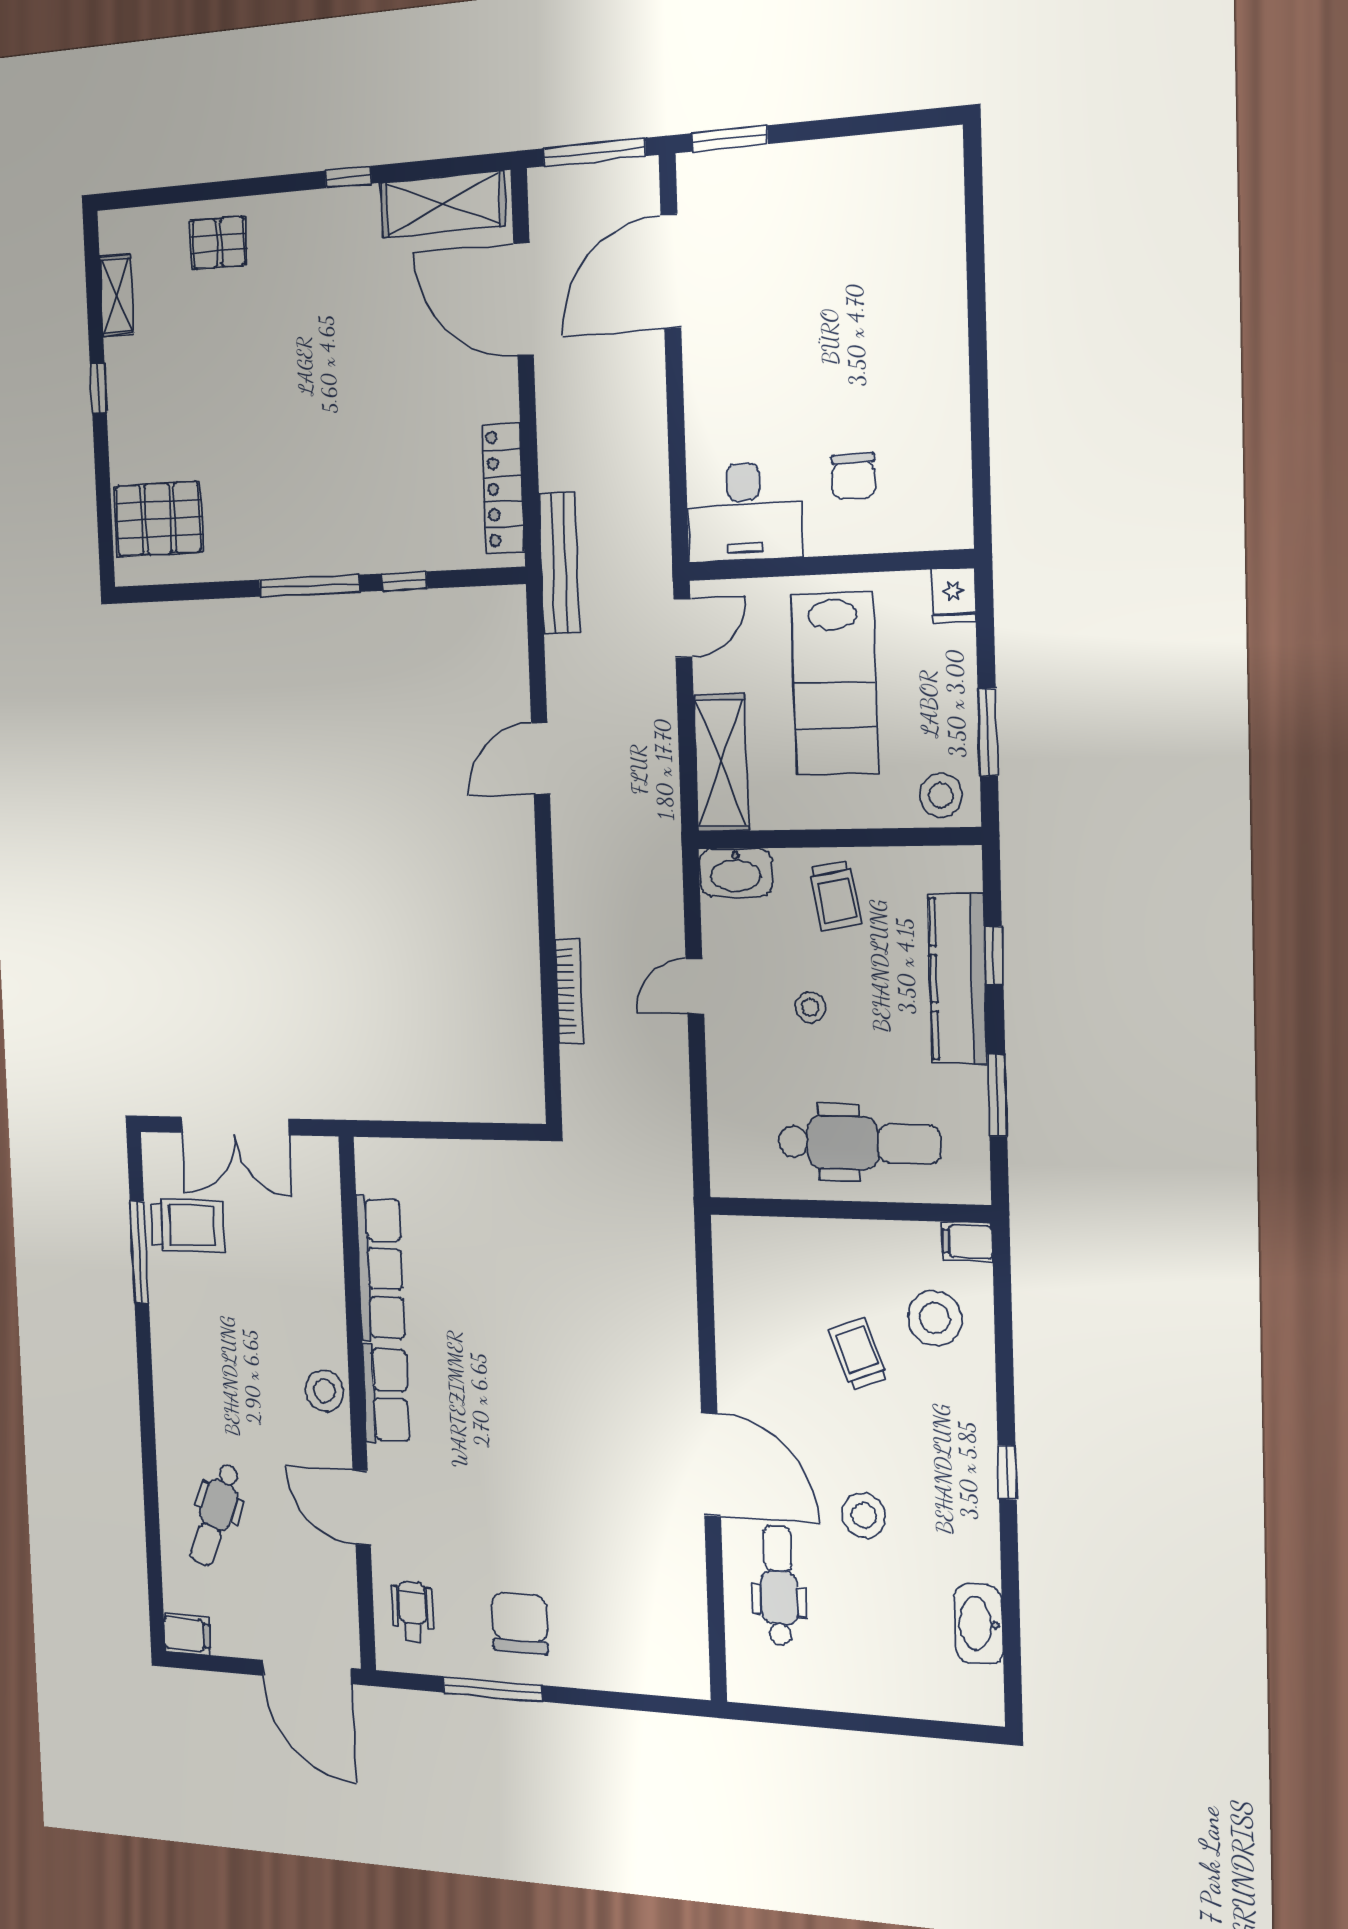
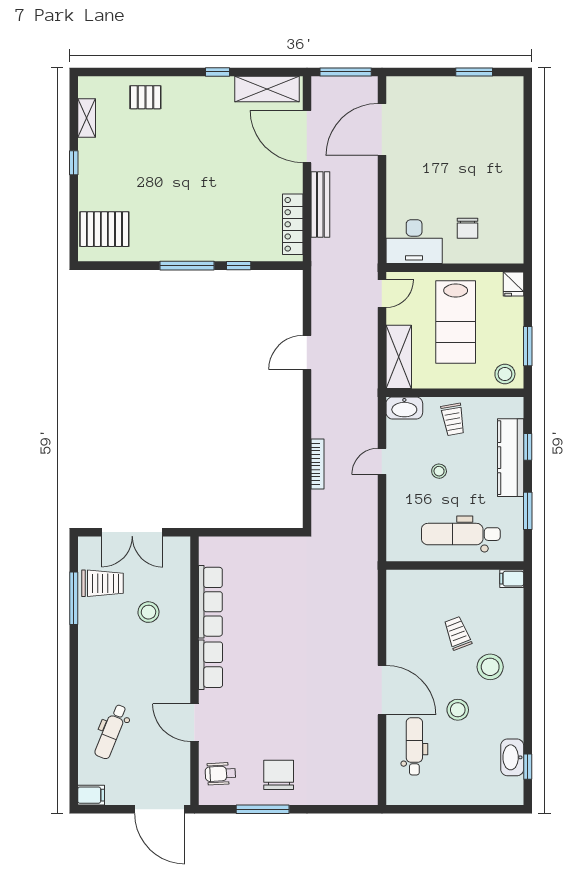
window: (730, 139) -> (474, 72), moved
bench: (559, 563) -> (320, 205), moved
dental chair: (859, 1143) -> (461, 534), turned 180
stool: (935, 1318) -> (490, 667), moved
stool: (324, 1391) -> (148, 612), moved
window: (1007, 1472) -> (528, 767), moved
wheelchair: (413, 1612) -> (220, 774), turned -93

